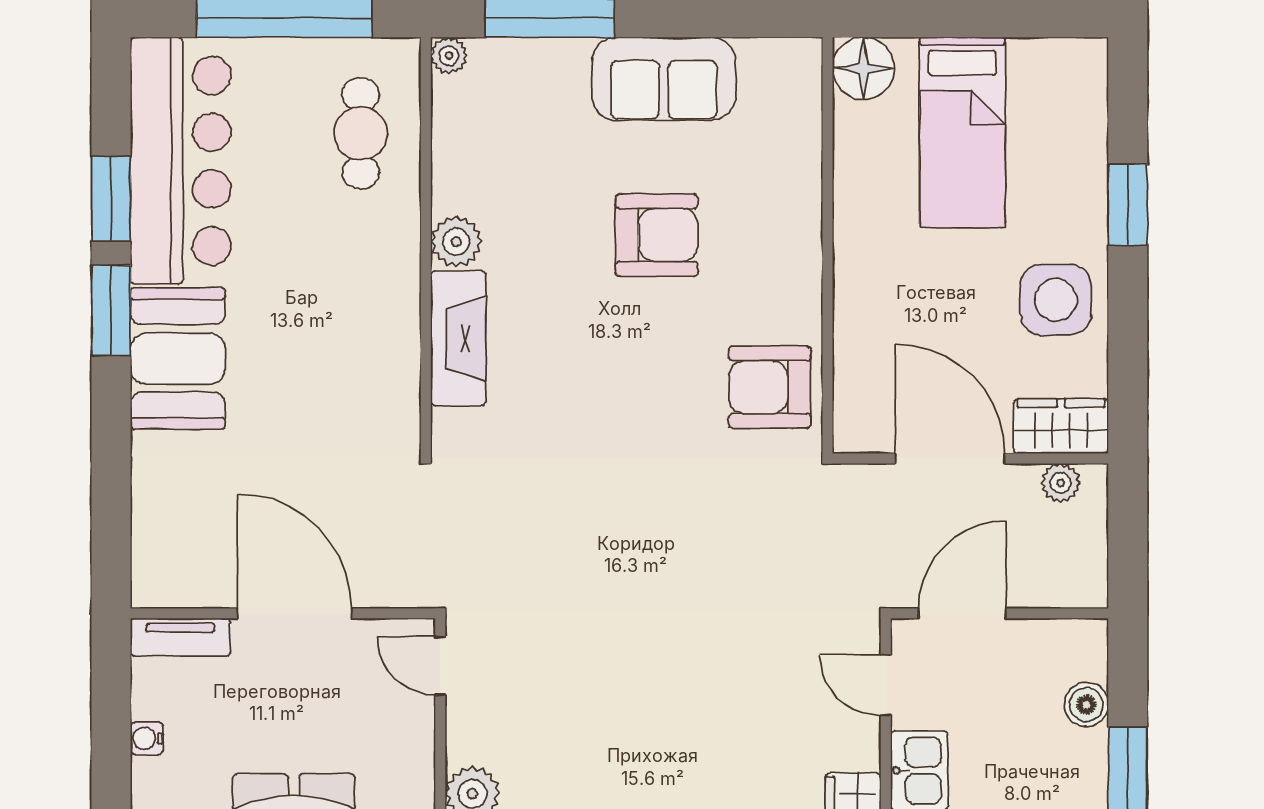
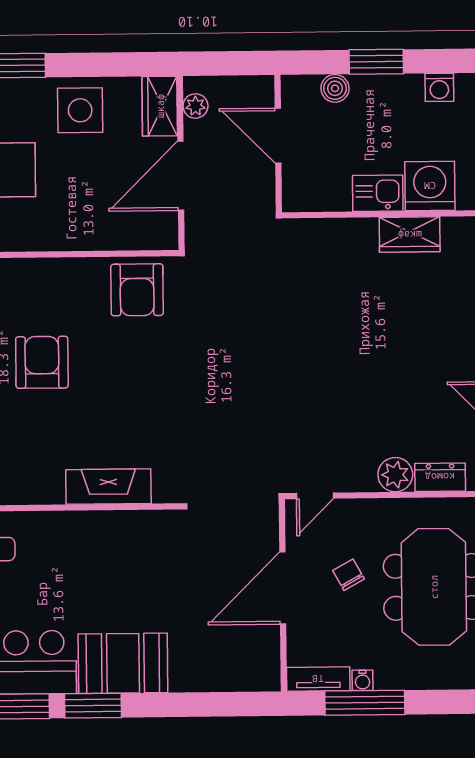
plant: (456, 242) -> (47, 489), removed
door: (962, 613) -> (278, 136), moved
tv unit: (180, 637) -> (318, 679), moved, turned -90
door: (886, 685) -> (324, 215), removed
chair: (315, 718) -> (348, 575), added
window: (111, 742) -> (365, 703), added

